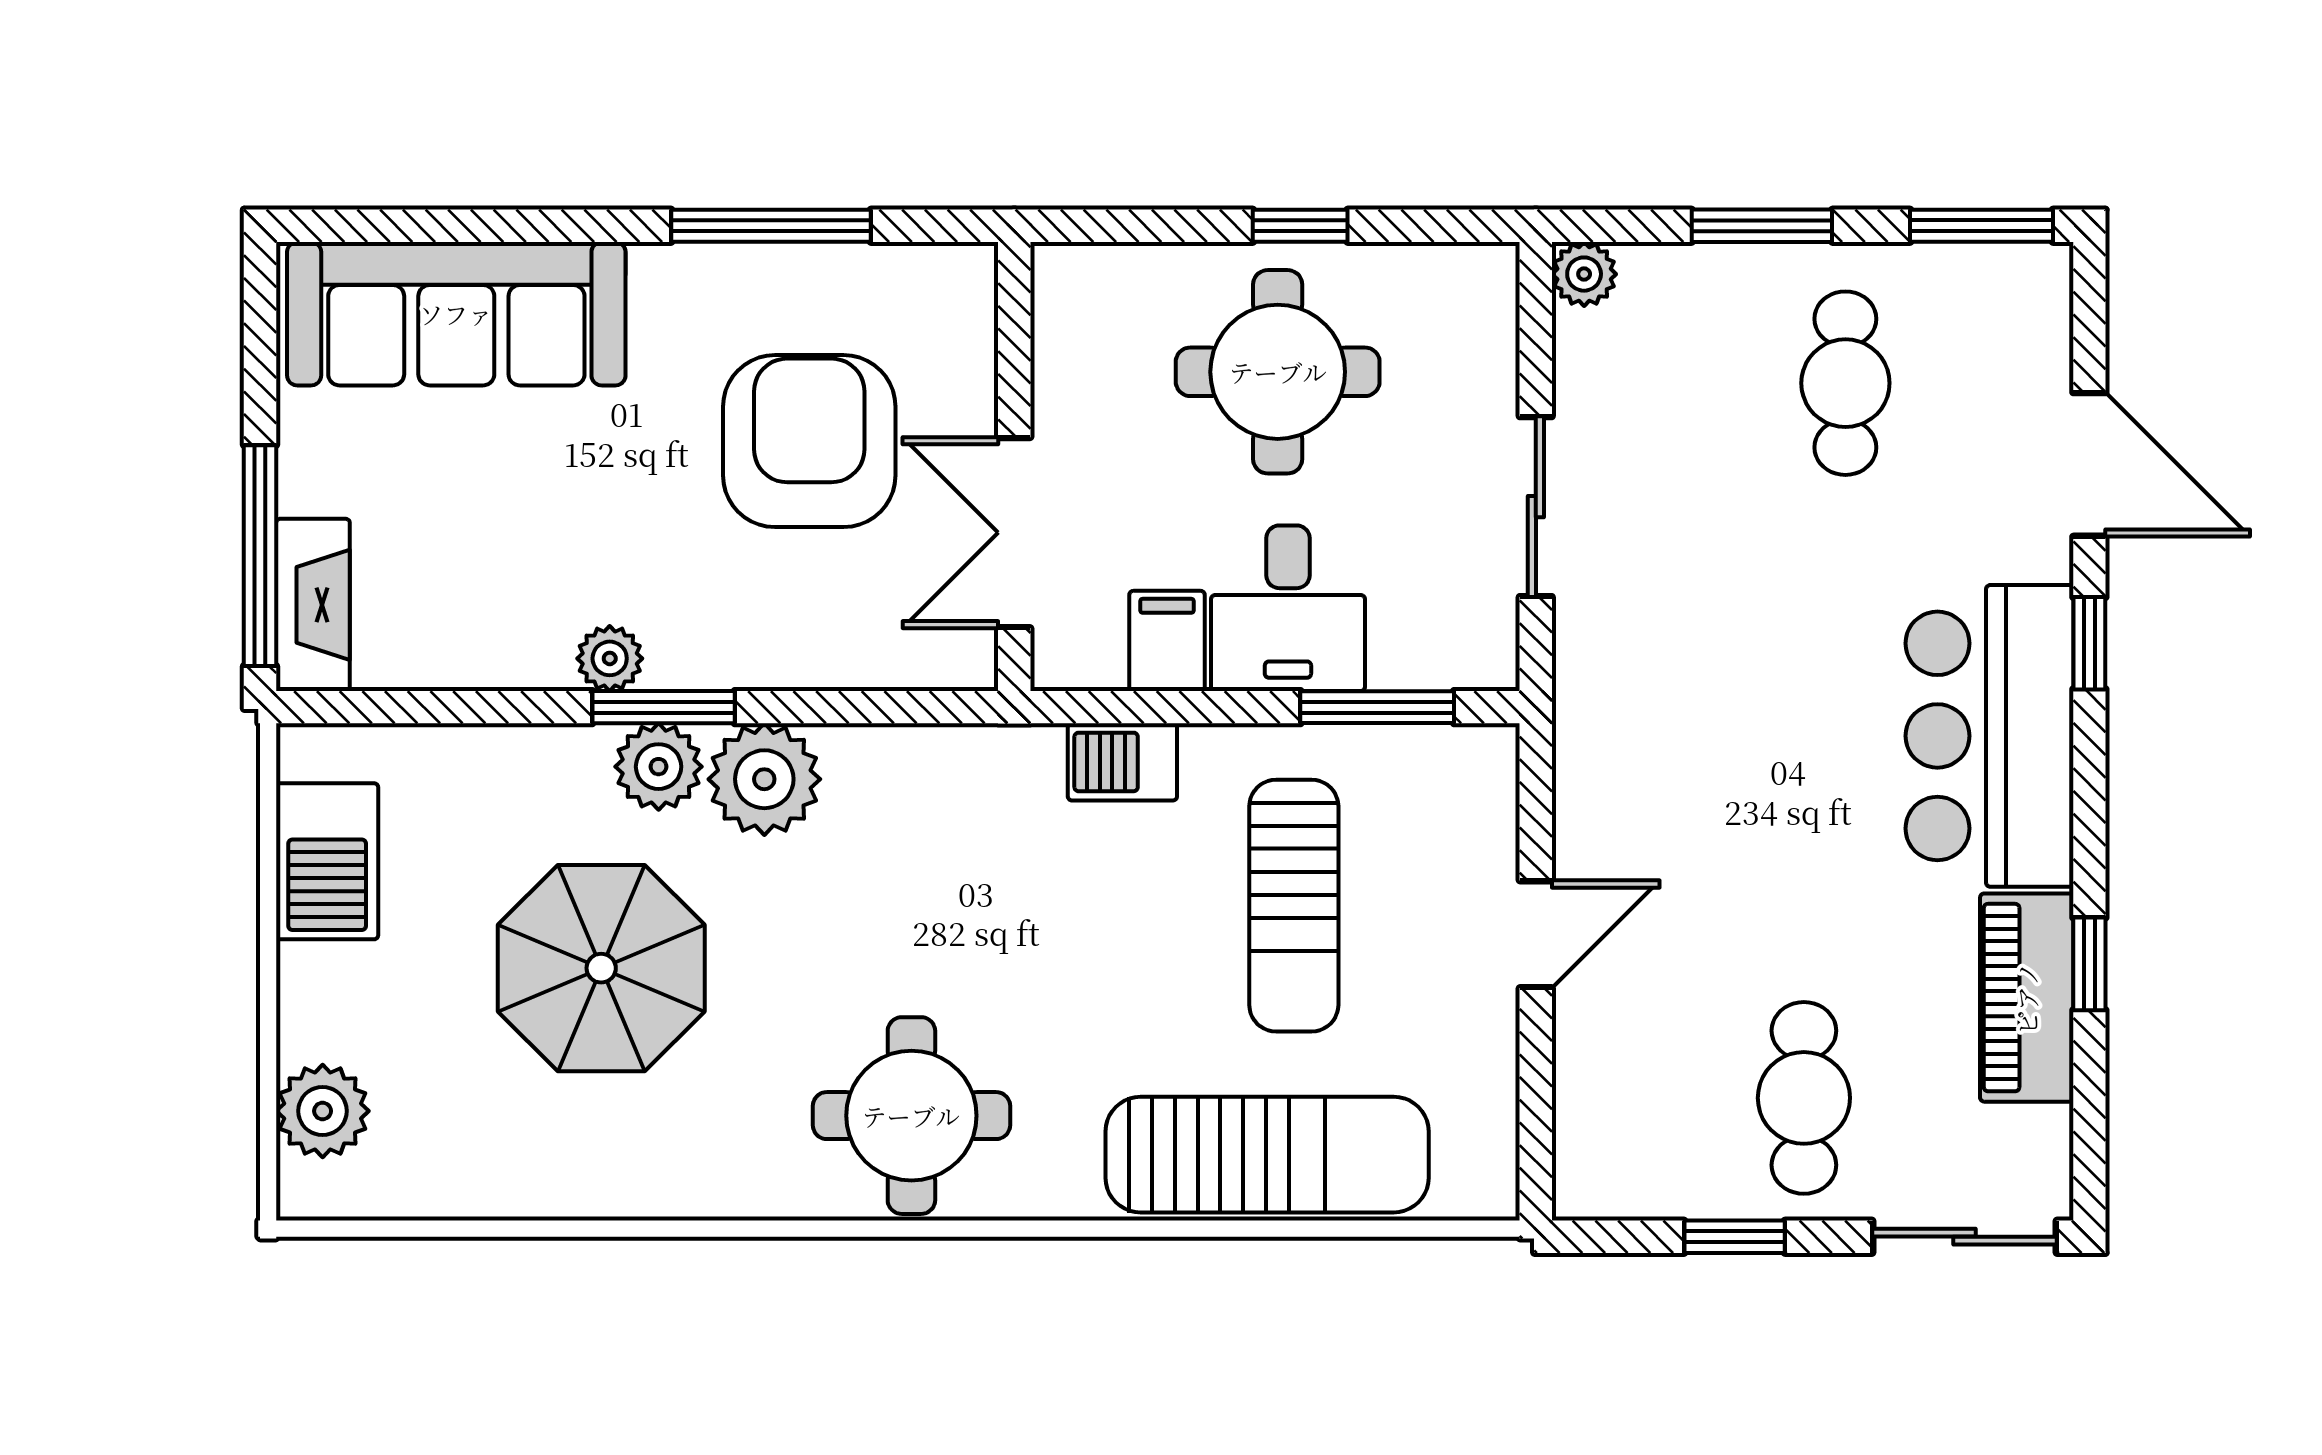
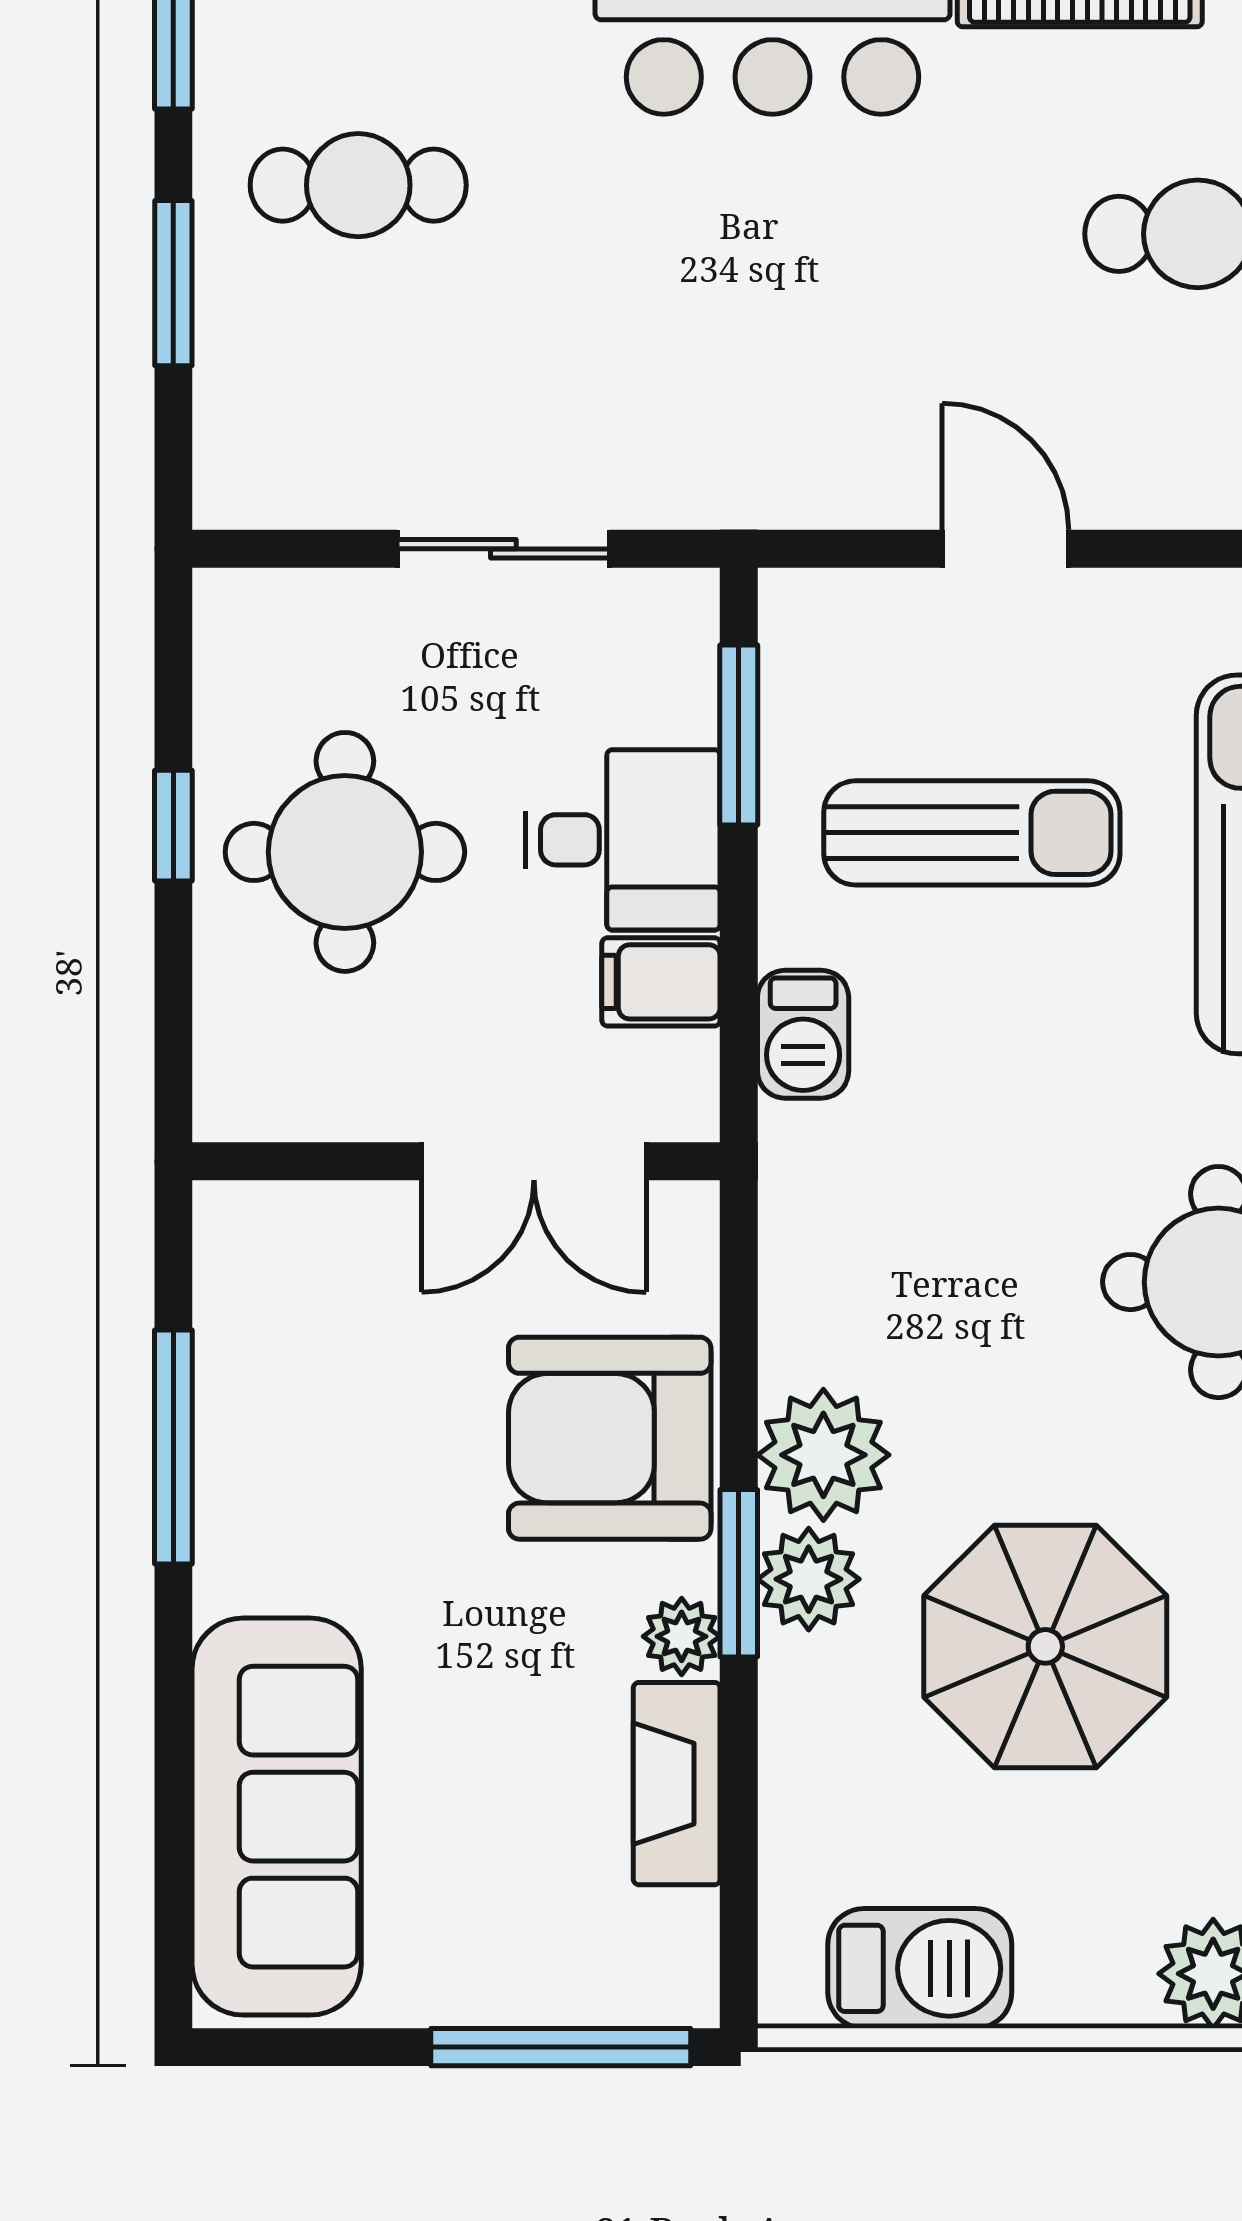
plant: (1584, 274) -> (230, 492), removed
armchair: (809, 441) -> (610, 1438), moved
fireplace: (313, 605) -> (677, 1784), moved, turned -90

